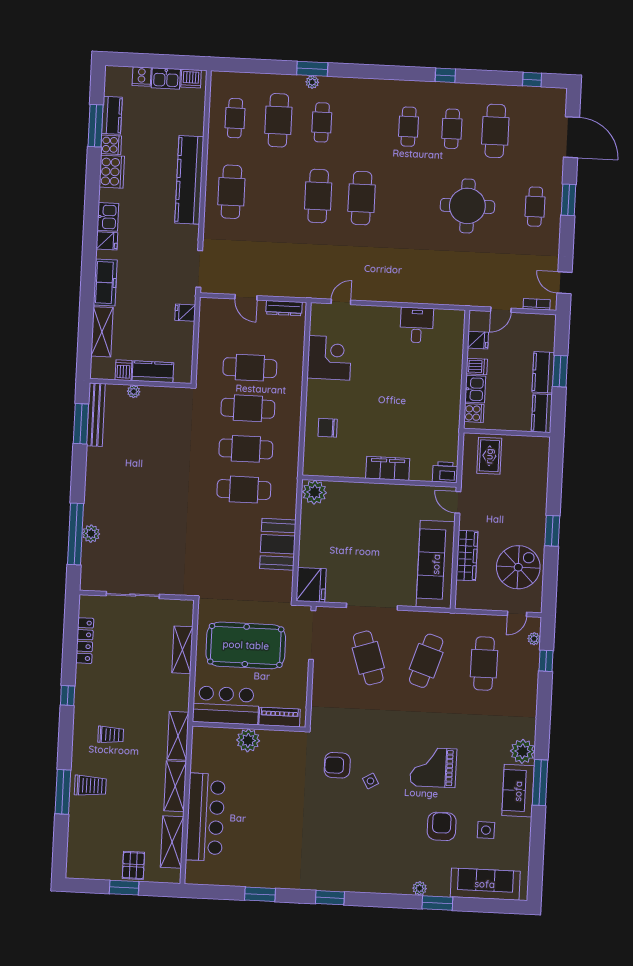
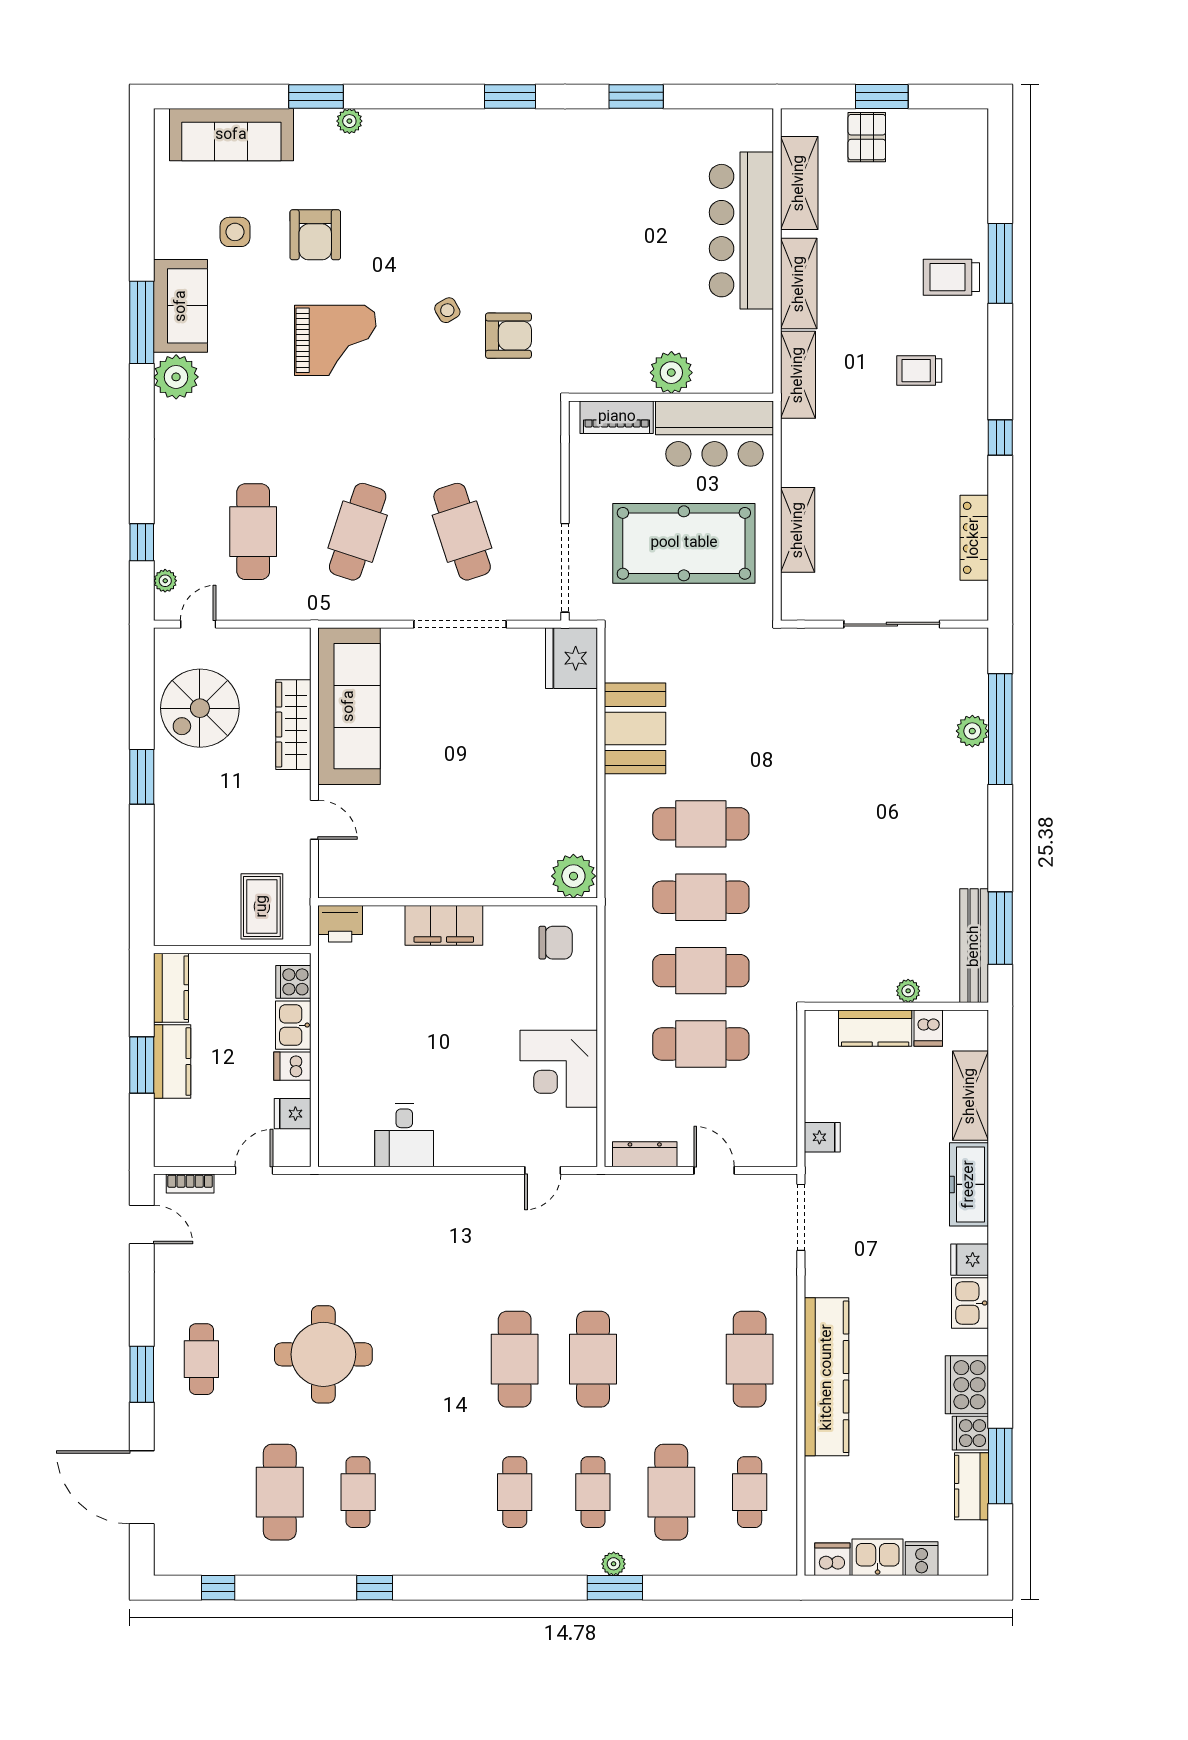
cafe table: (409, 127) -> (515, 1492), moved
filing cabinet: (388, 468) -> (444, 925), moved
printer: (445, 472) -> (340, 924), moved
wall: (379, 481) -> (458, 902), moved
plant: (315, 492) -> (573, 876), moved

